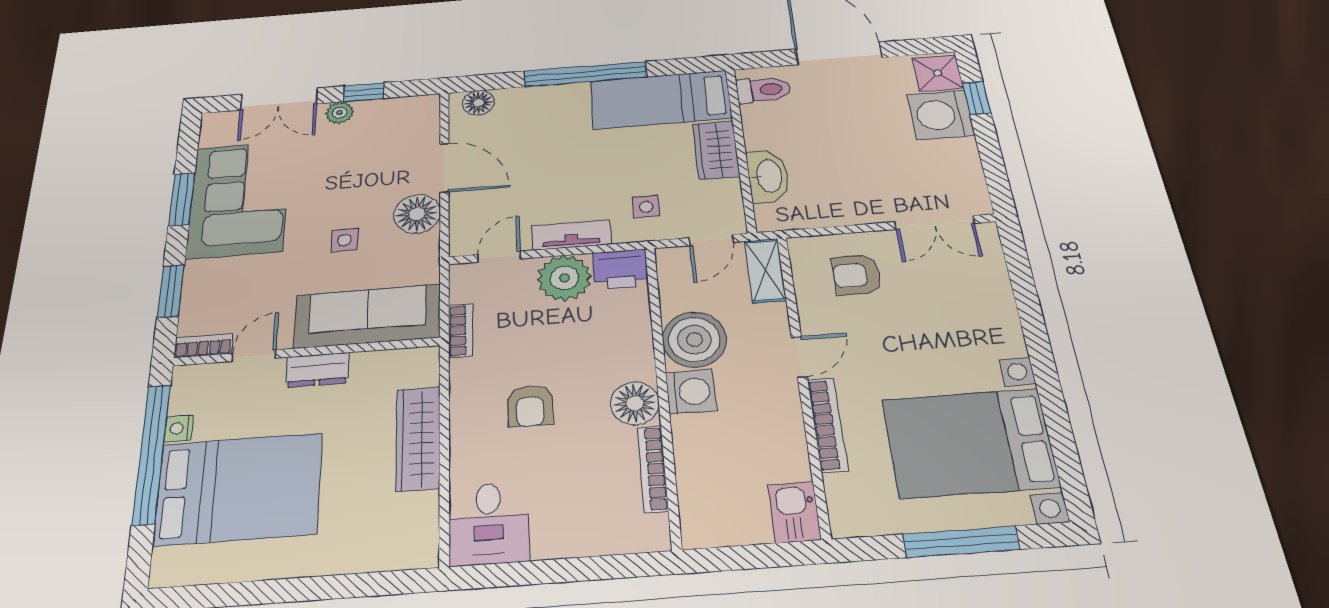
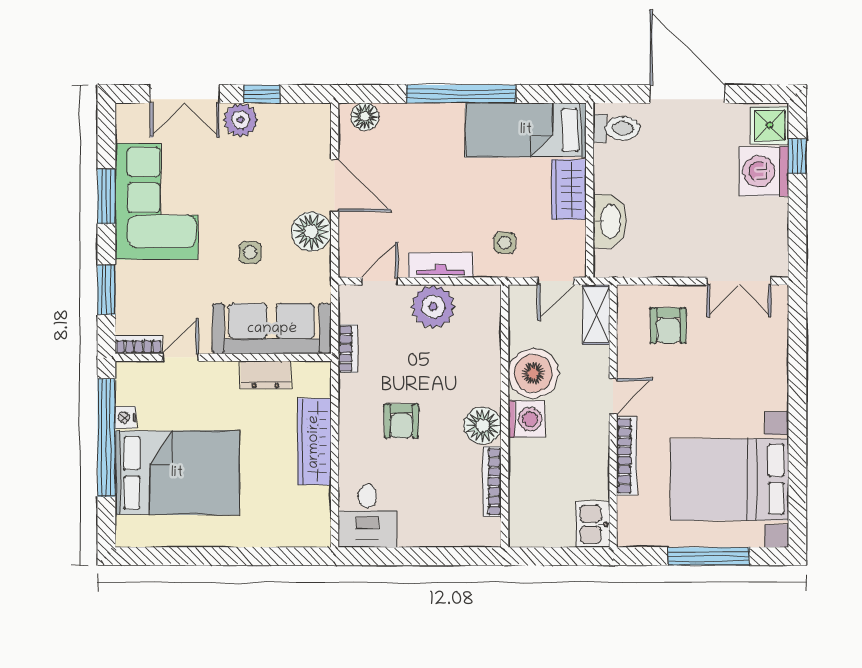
plant: (340, 113) -> (241, 120), width x1.38, depth x1.38
printer: (621, 269) -> (479, 303), removed
armchair: (856, 275) -> (668, 326), turned -90
dresser: (317, 370) -> (265, 375), moved

